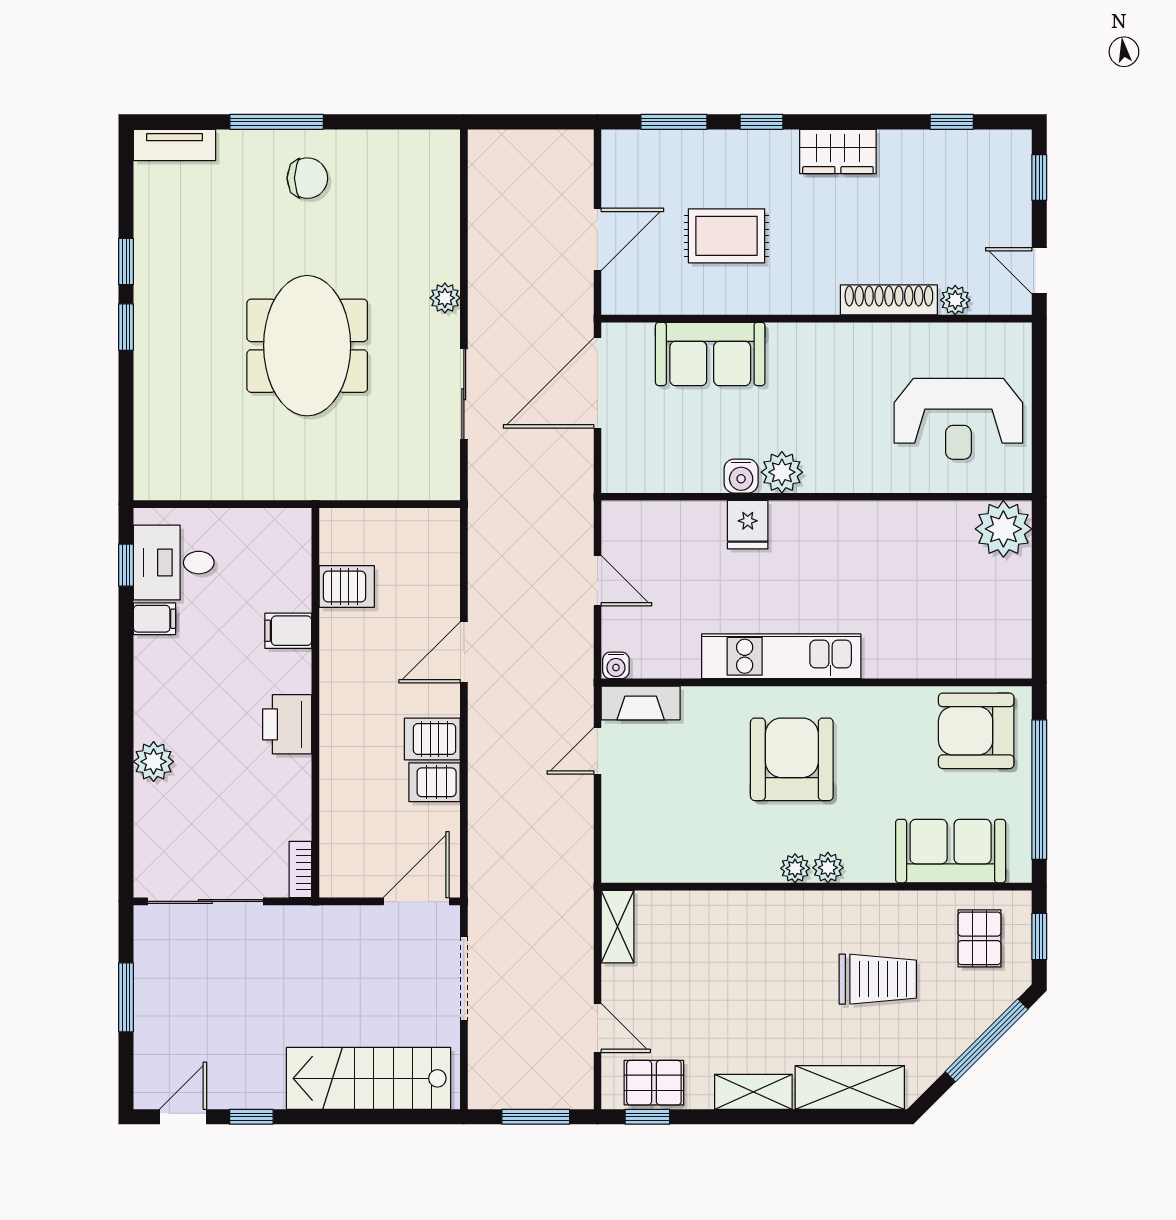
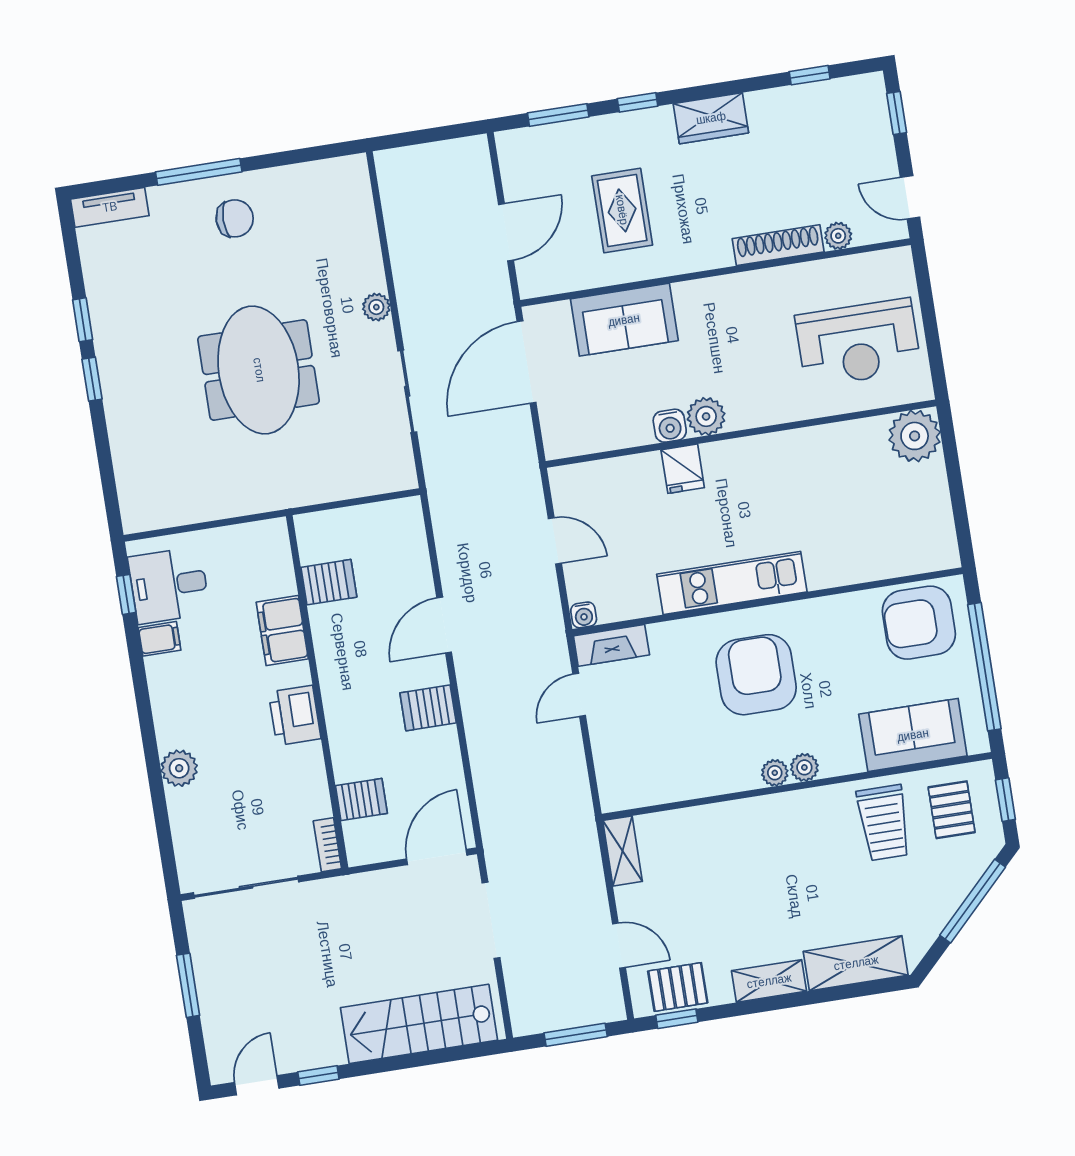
rug: (727, 236) -> (622, 210), turned 90
filing cabinet: (288, 631) -> (282, 631), width x2.00
server rack: (435, 782) -> (361, 800), moved, turned 180
trolley: (878, 979) -> (884, 823), moved, turned 90

